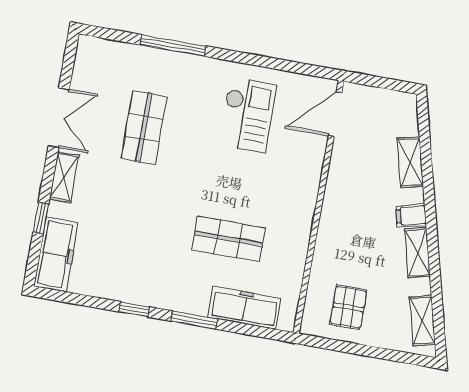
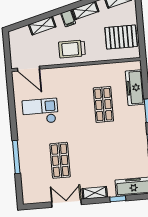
shop shelf: (144, 128) -> (60, 160), turned 90
trolley: (351, 207) -> (72, 49), added
pallet: (348, 307) -> (121, 37), width x1.50, depth x1.42

